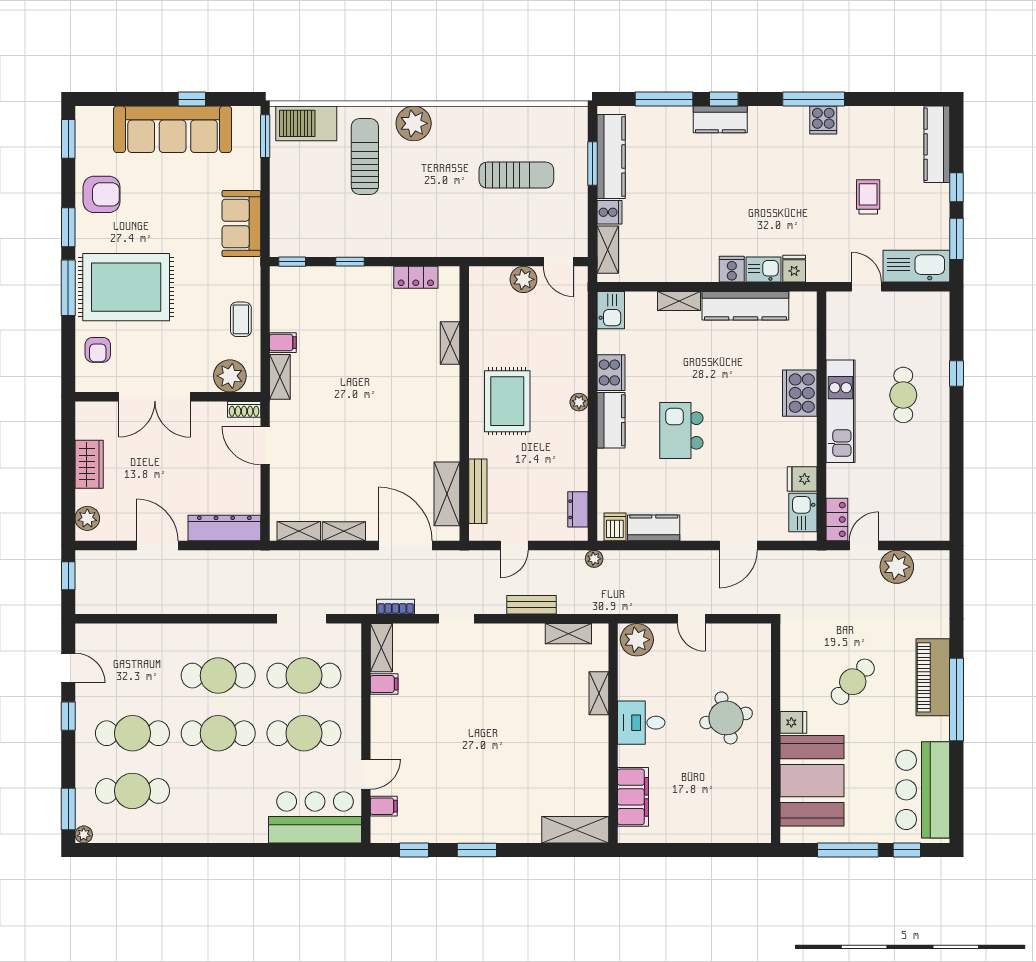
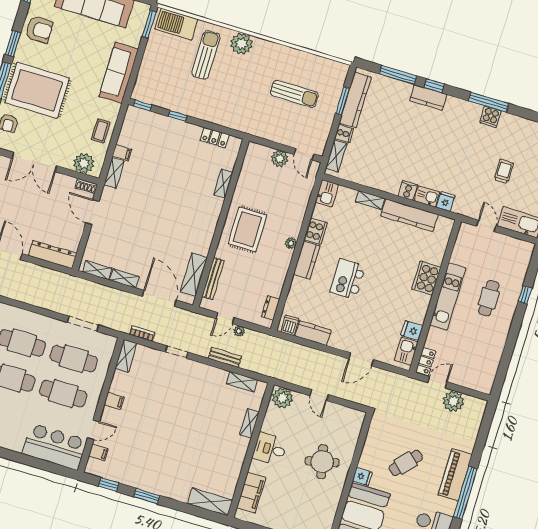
sofa: (241, 223) -> (119, 73), width x1.36
plant: (594, 559) -> (239, 331), moved
filing cabinet: (384, 684) -> (114, 401), moved

